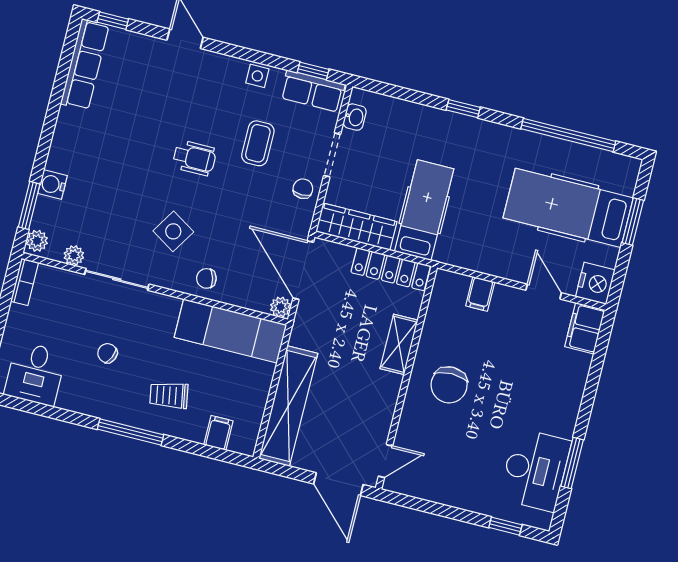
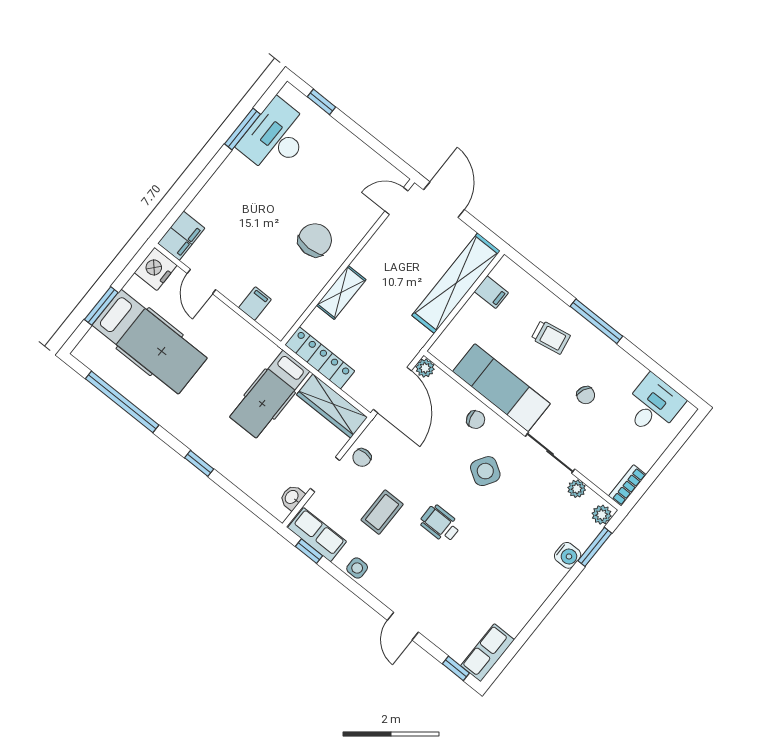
row of seats: (85, 65) -> (488, 653), width x0.68
exam couch: (230, 331) -> (501, 388), moved
filing cabinet: (218, 433) -> (491, 292), moved, turned -90

